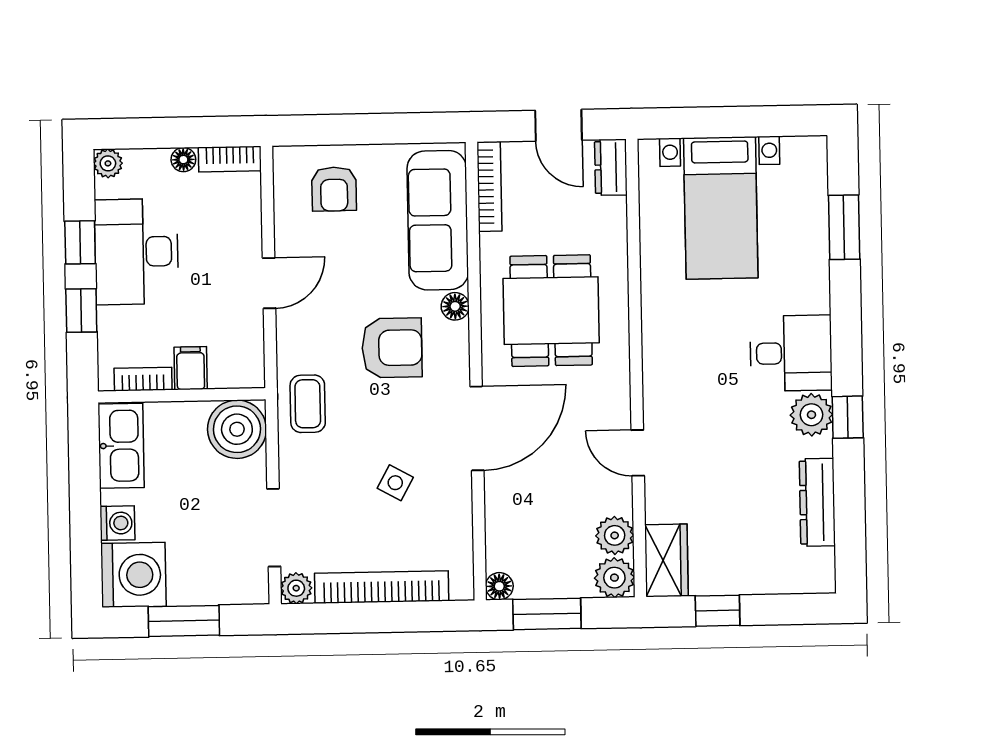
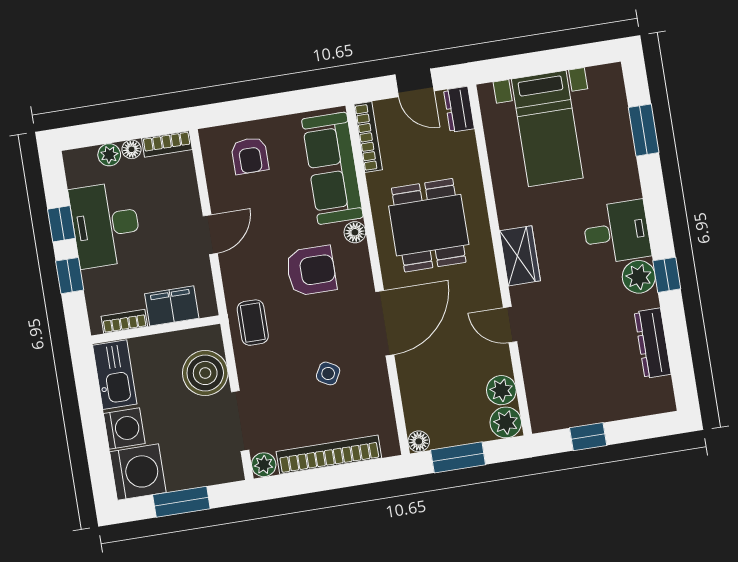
plant: (108, 163) -> (109, 155), moved
filing cabinet: (191, 368) -> (172, 306), width x2.00
boiler: (237, 429) -> (205, 373), moved
washing machine: (117, 523) -> (124, 428), width x1.38, depth x1.38
wardrobe: (666, 560) -> (520, 256), moved

